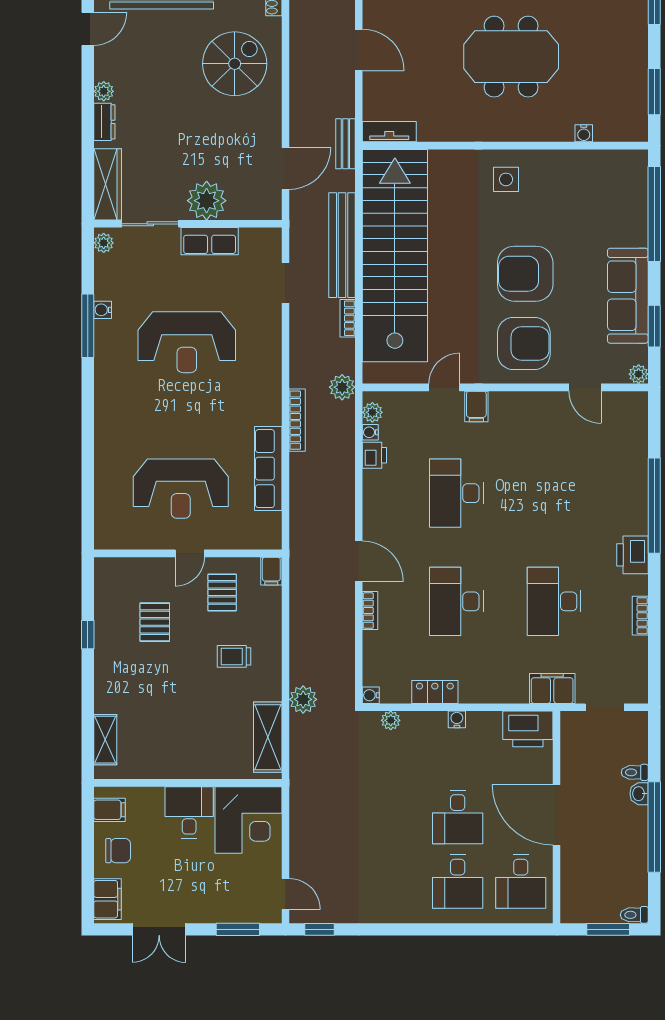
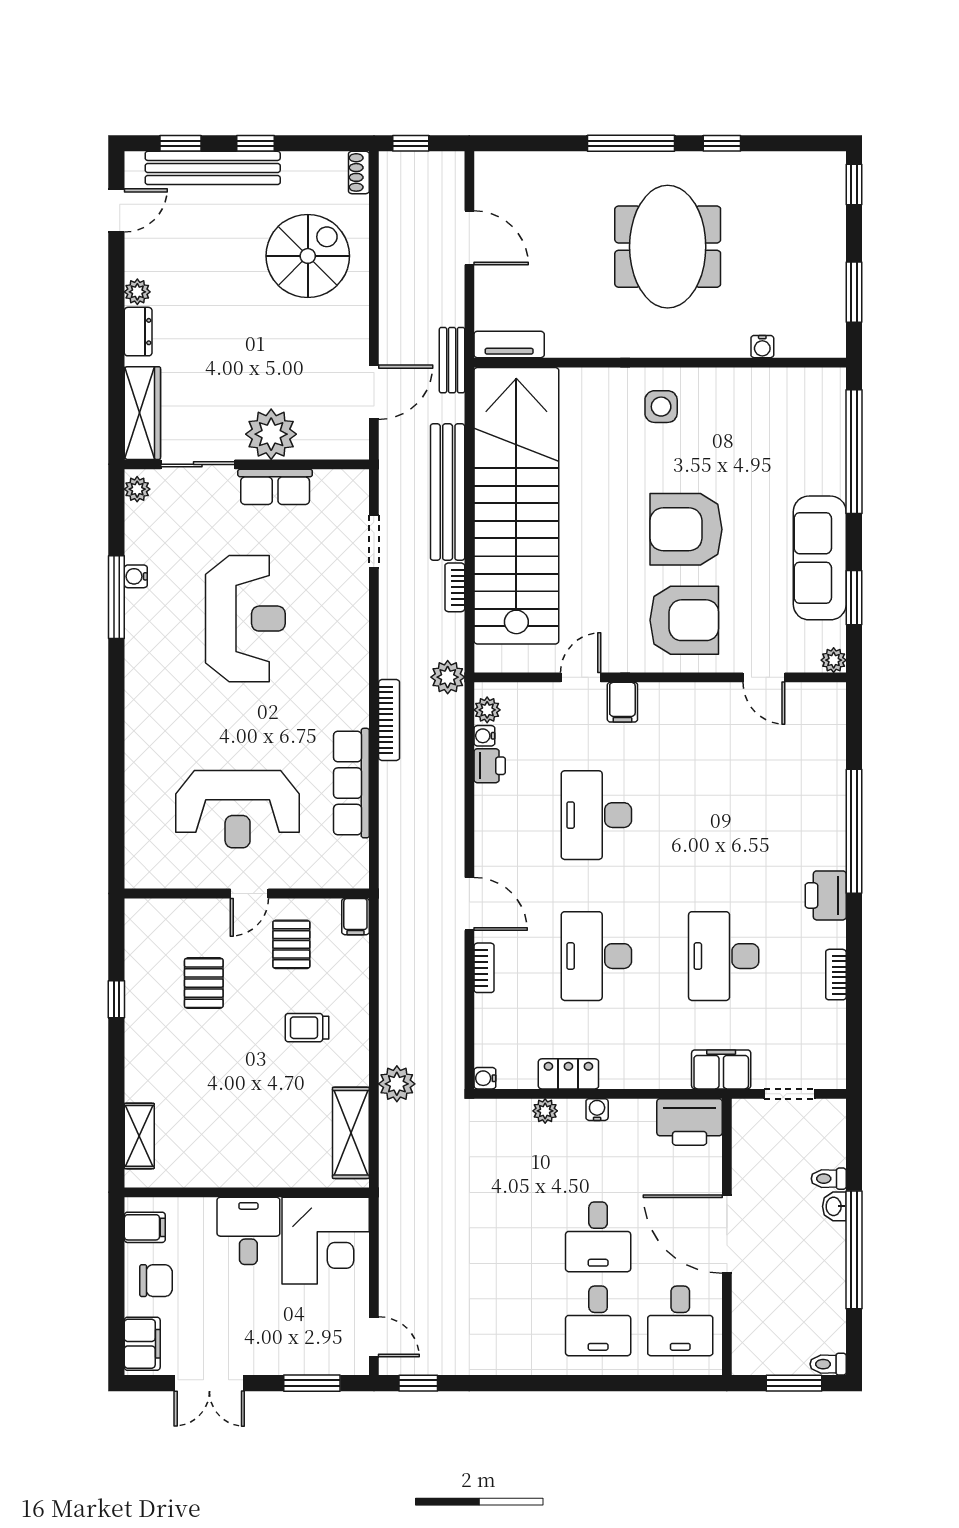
meeting table: (511, 57) -> (668, 247), turned 90
reception desk: (187, 342) -> (245, 619), turned -90
plant: (391, 720) -> (545, 1111), moved

